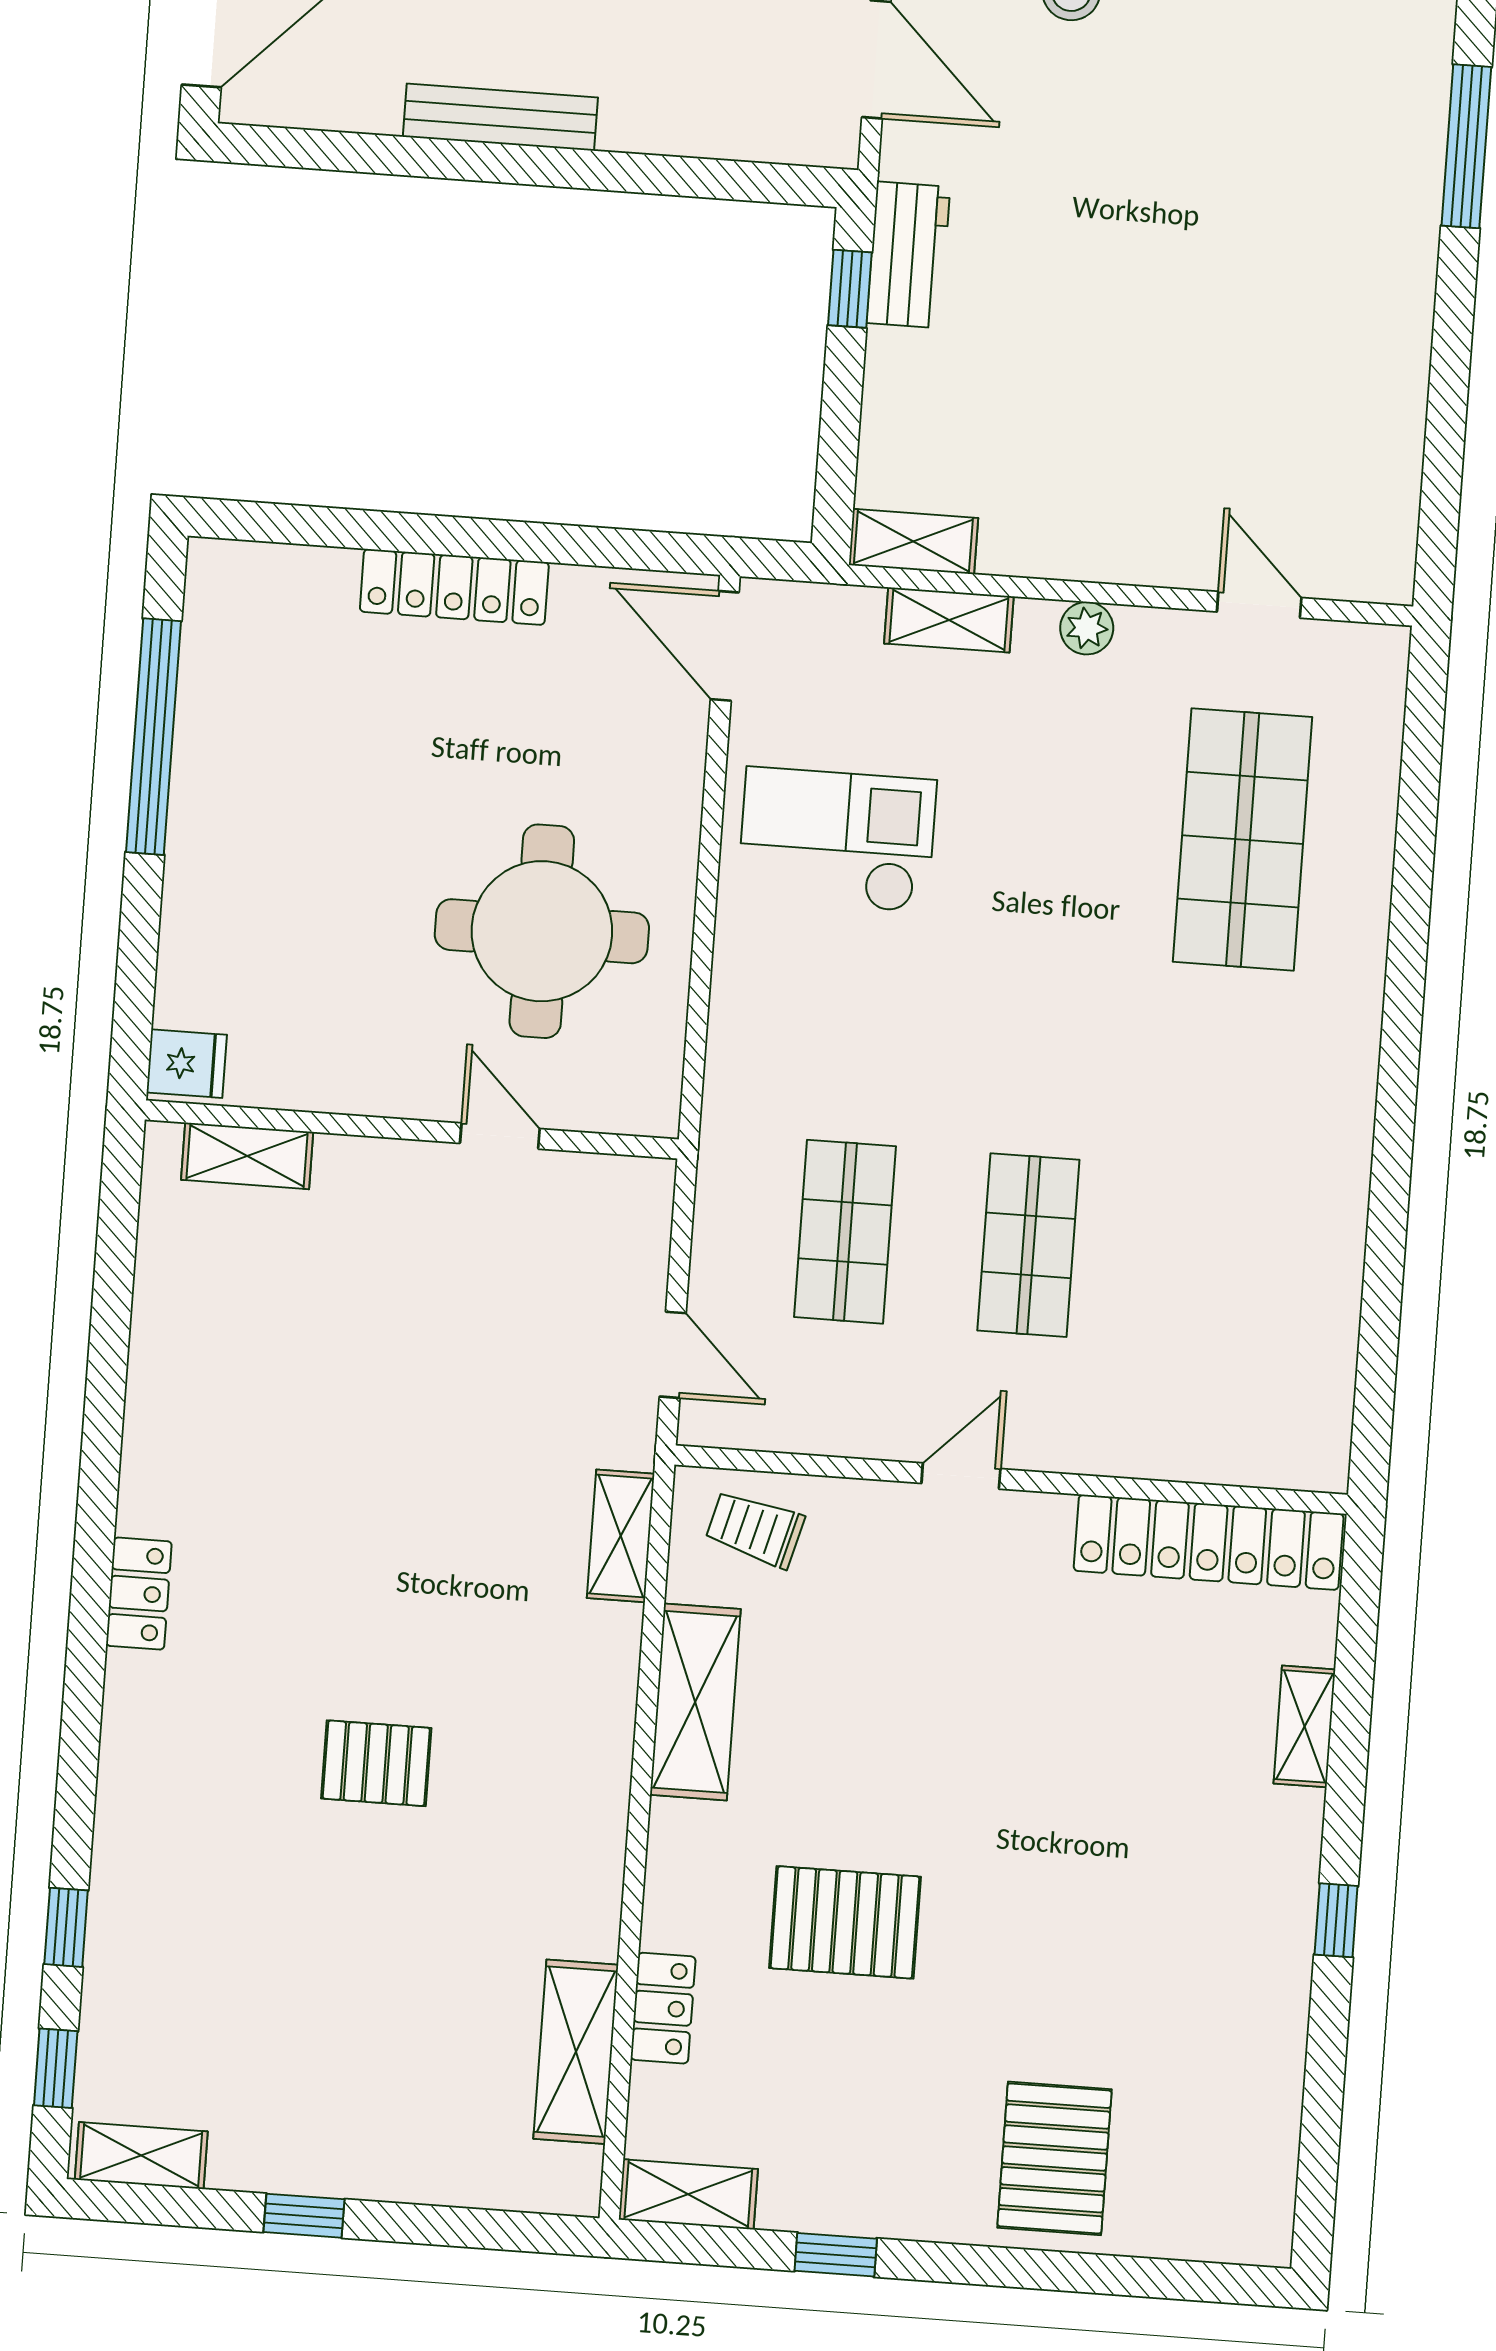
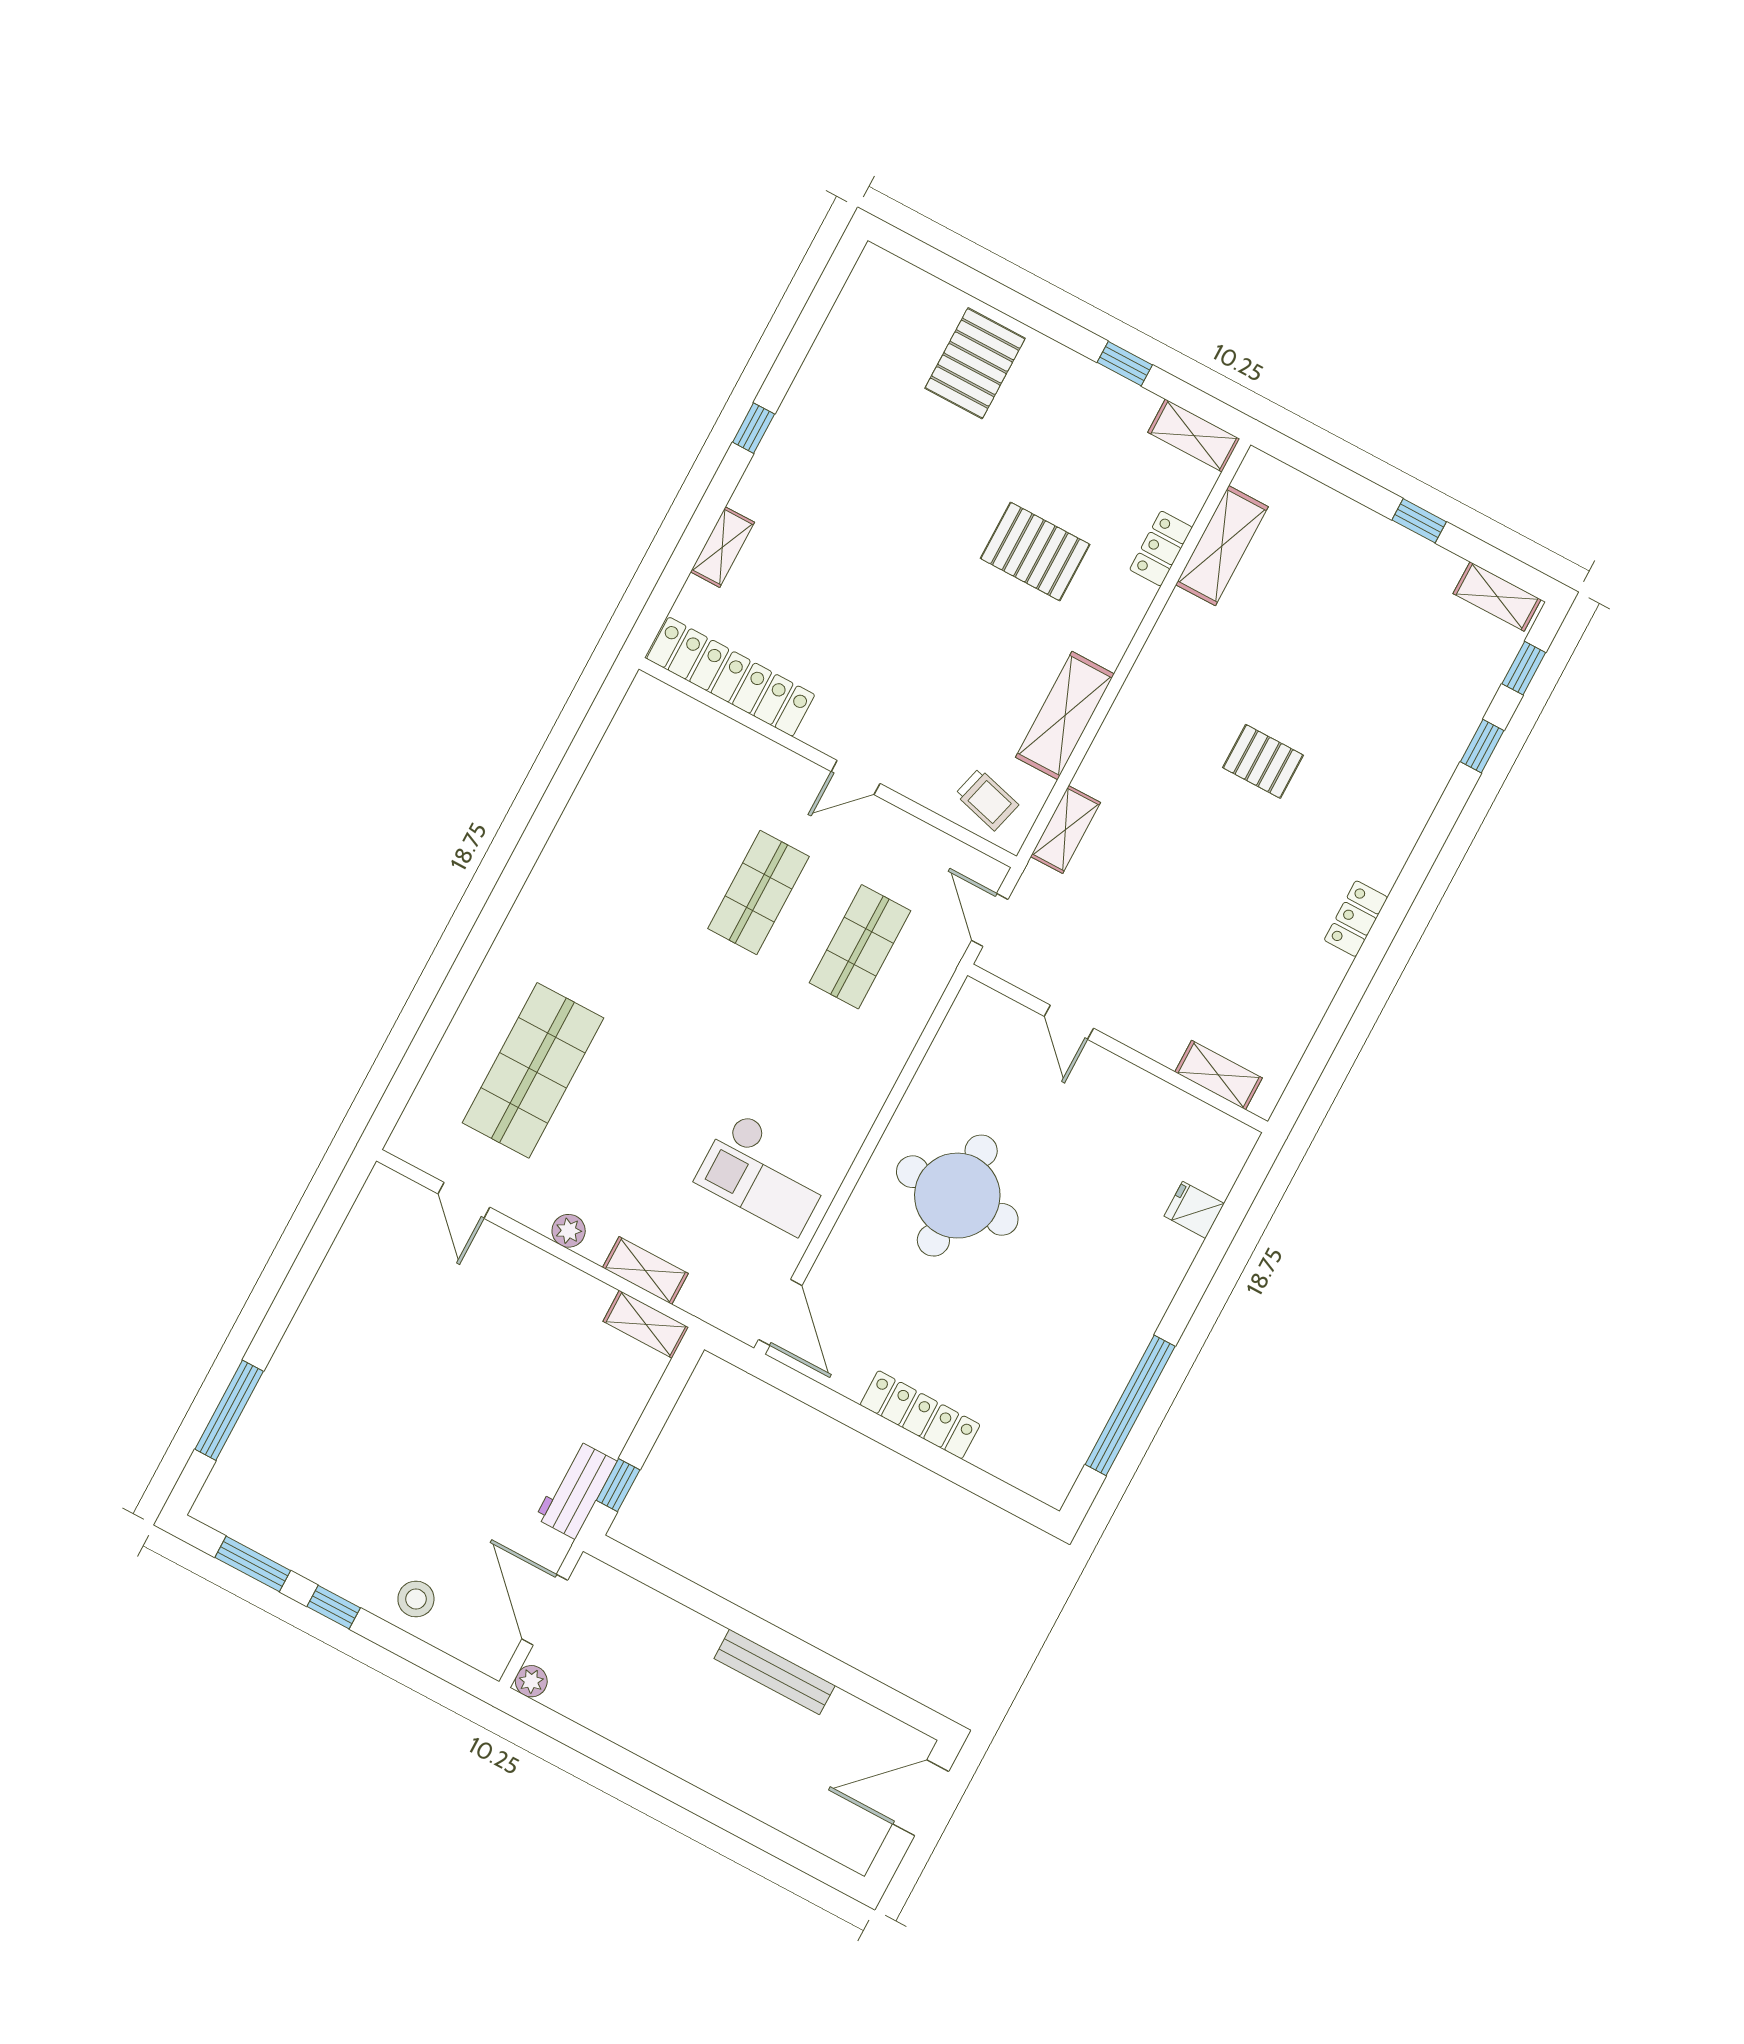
wall: (412, 1129) -> (1118, 1048), moved
door: (500, 1136) -> (1069, 1022), moved
shelving: (247, 1156) -> (1219, 1075), moved

